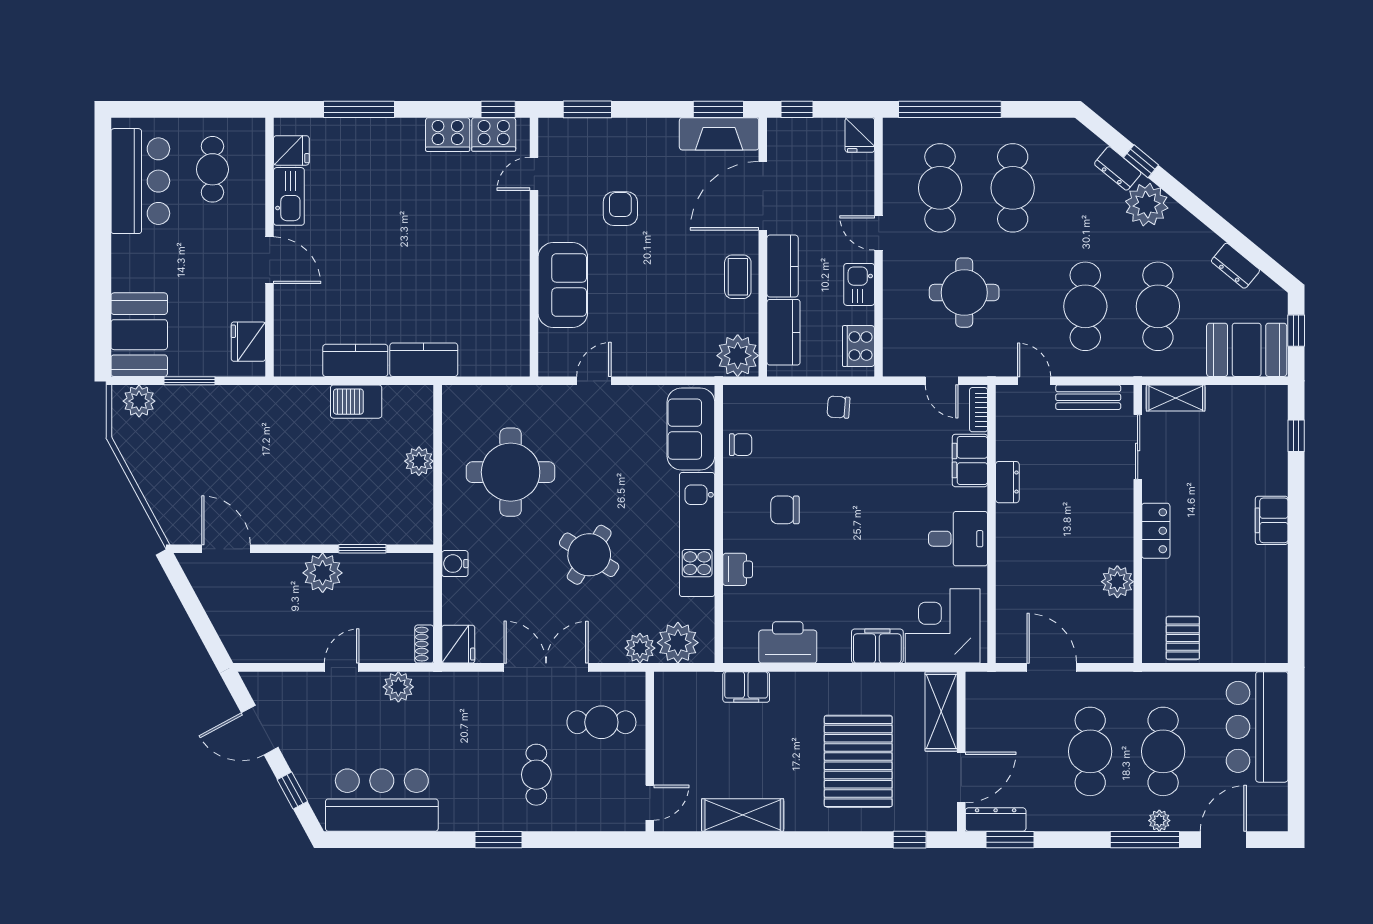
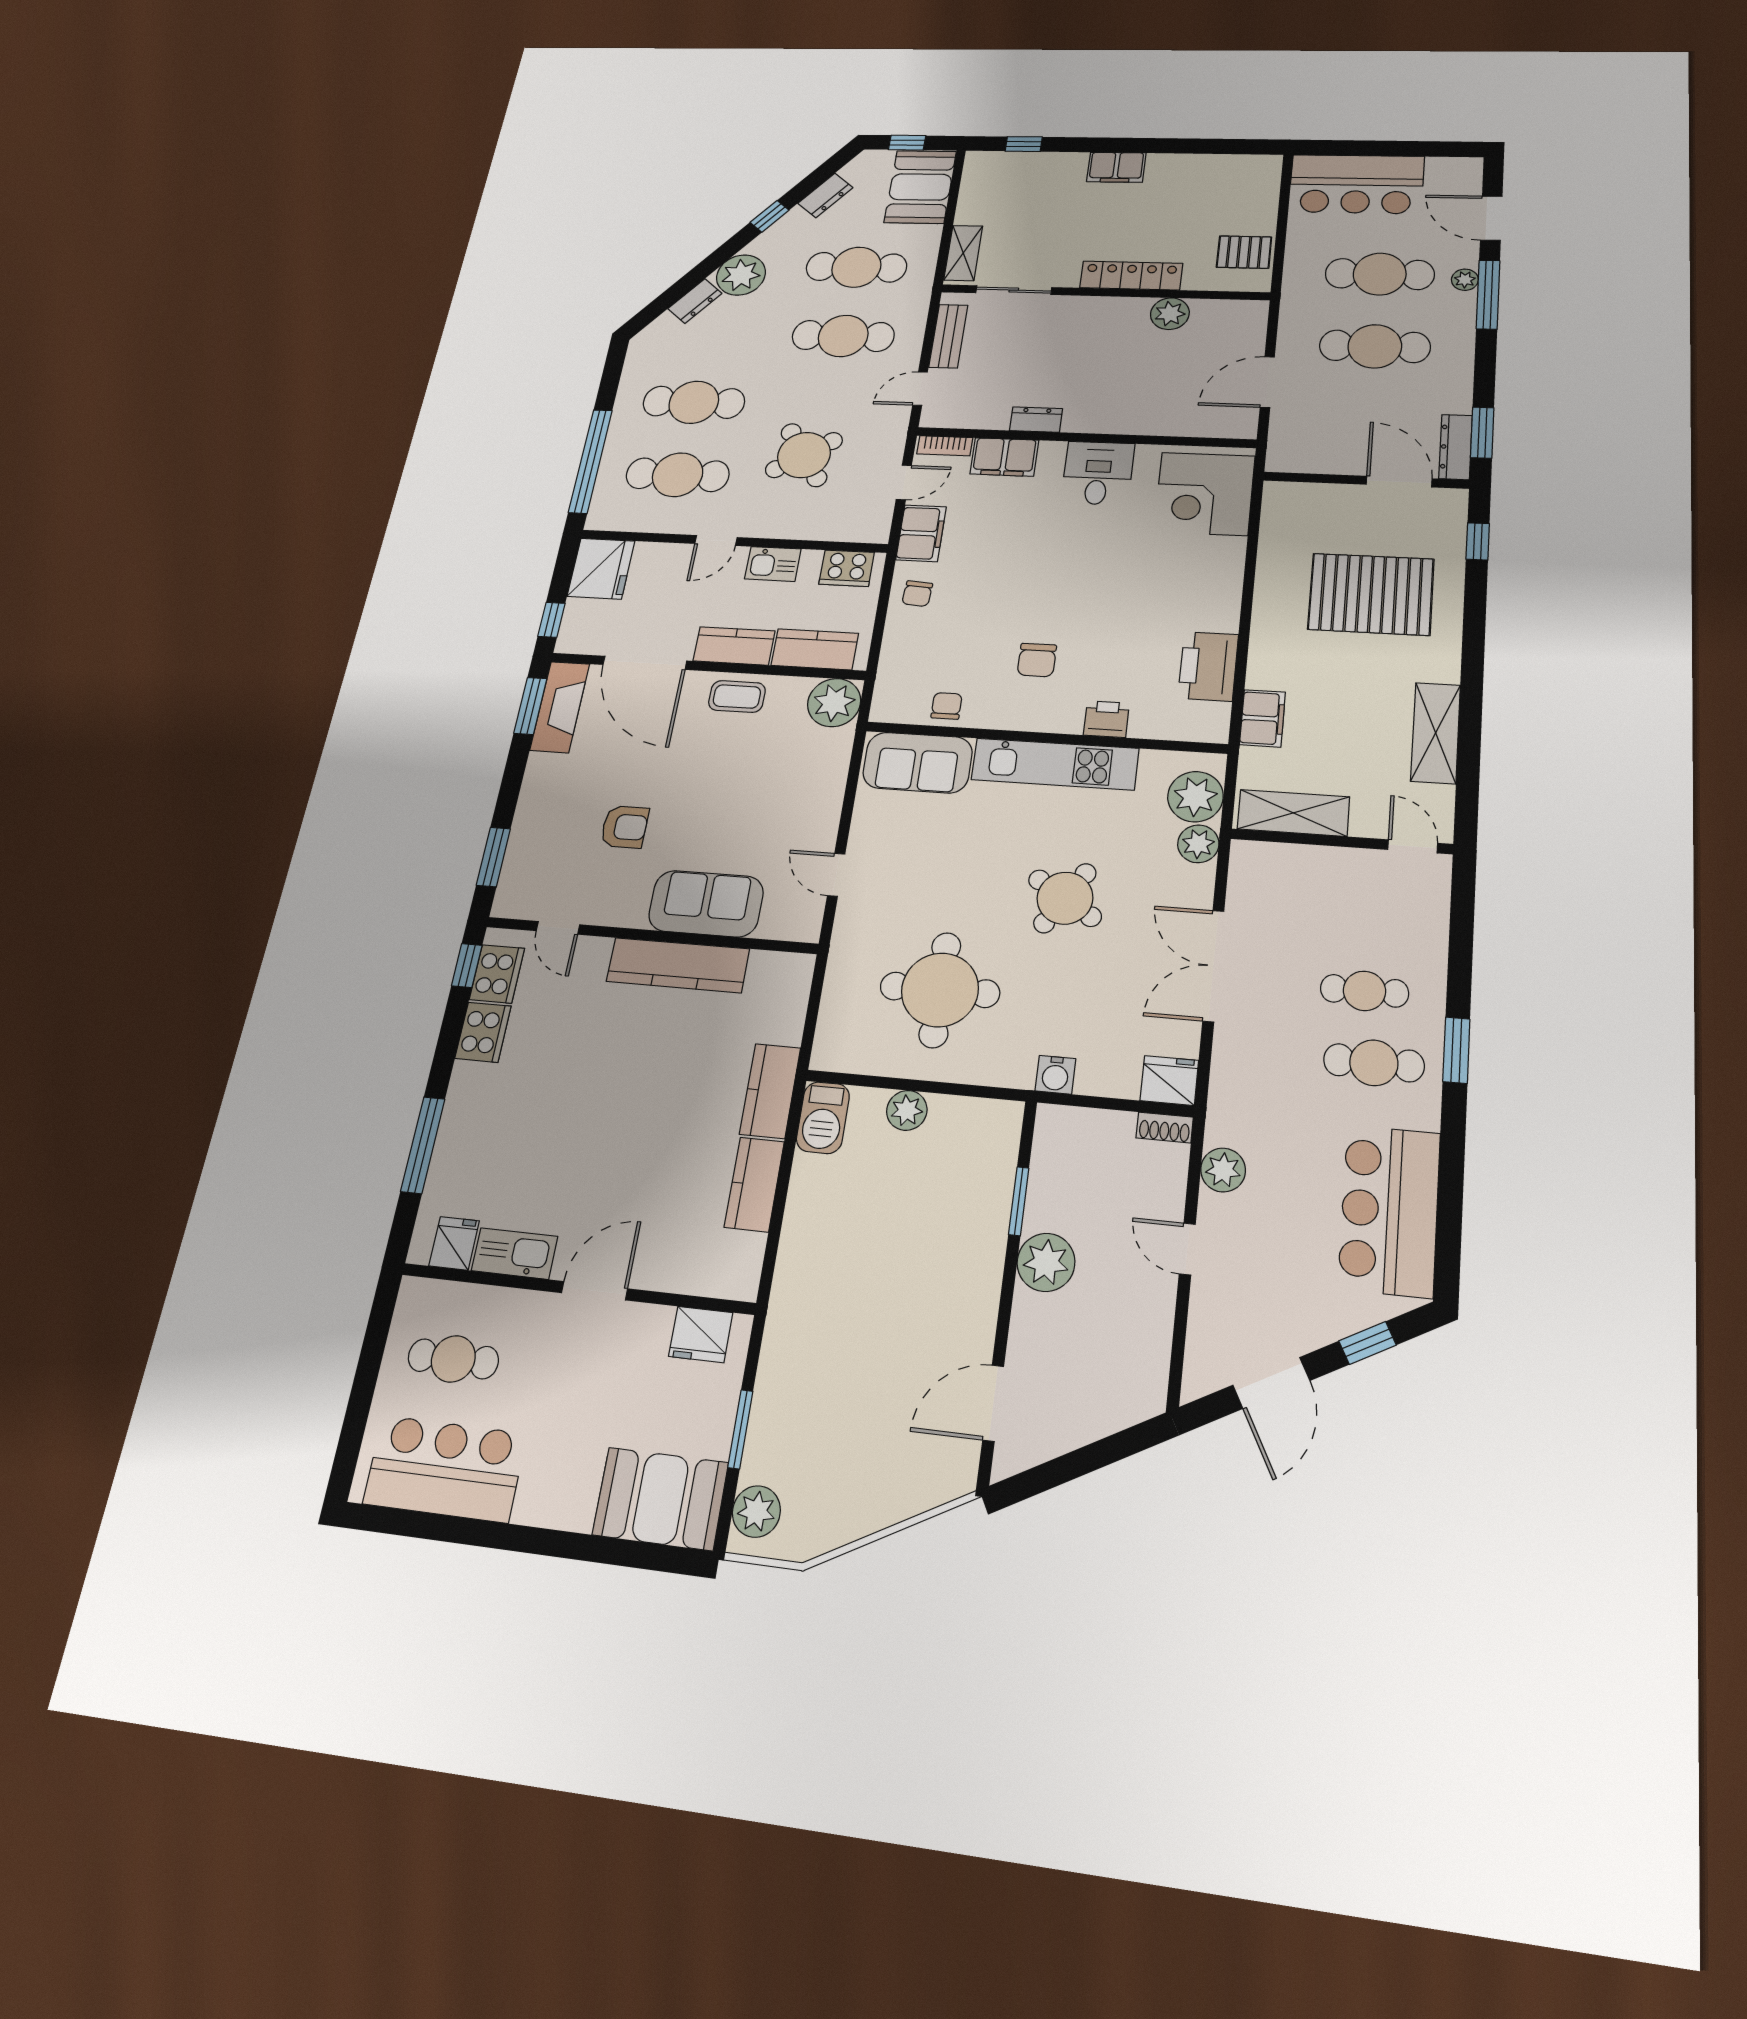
fridge: (860, 135) -> (601, 569), width x1.88, depth x1.34
window: (1141, 161) -> (770, 216), moved
armchair: (620, 209) -> (625, 827), turned 180
kitchen counter: (513, 273) -> (678, 965), added
round table: (964, 293) -> (804, 455), turned -34
barbecue: (356, 402) -> (823, 1118), moved
locker: (1156, 531) -> (1131, 276), width x1.53
filing cabinet: (877, 646) -> (921, 533), moved, turned 180
shelving: (941, 712) -> (1293, 813), moved
cafe table: (601, 722) -> (1374, 1063), moved, turned 90

